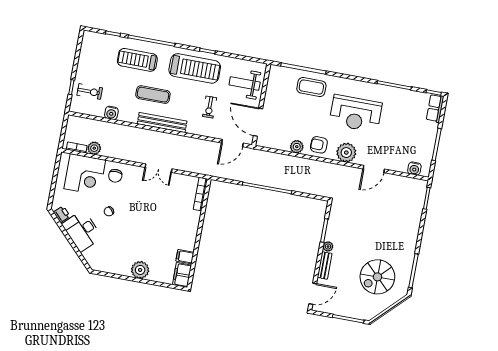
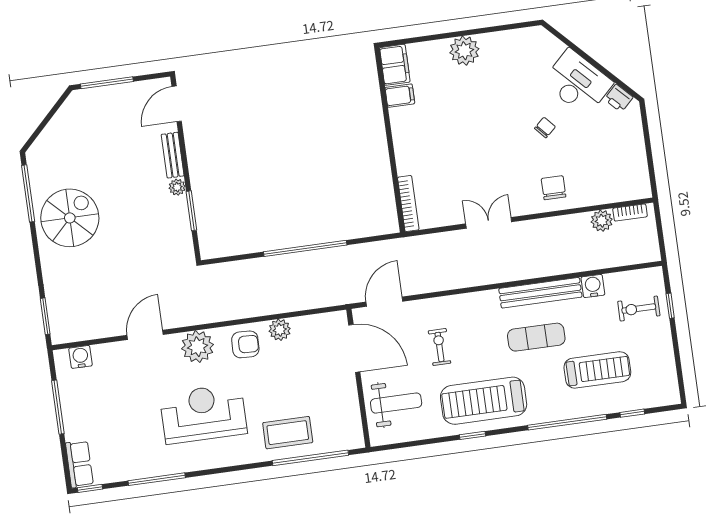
treadmill: (137, 60) -> (597, 370), moved
bench: (162, 122) -> (540, 293), moved
corner desk: (85, 174) -> (603, 174), removed
spiral stairs: (377, 277) -> (70, 218), moved

